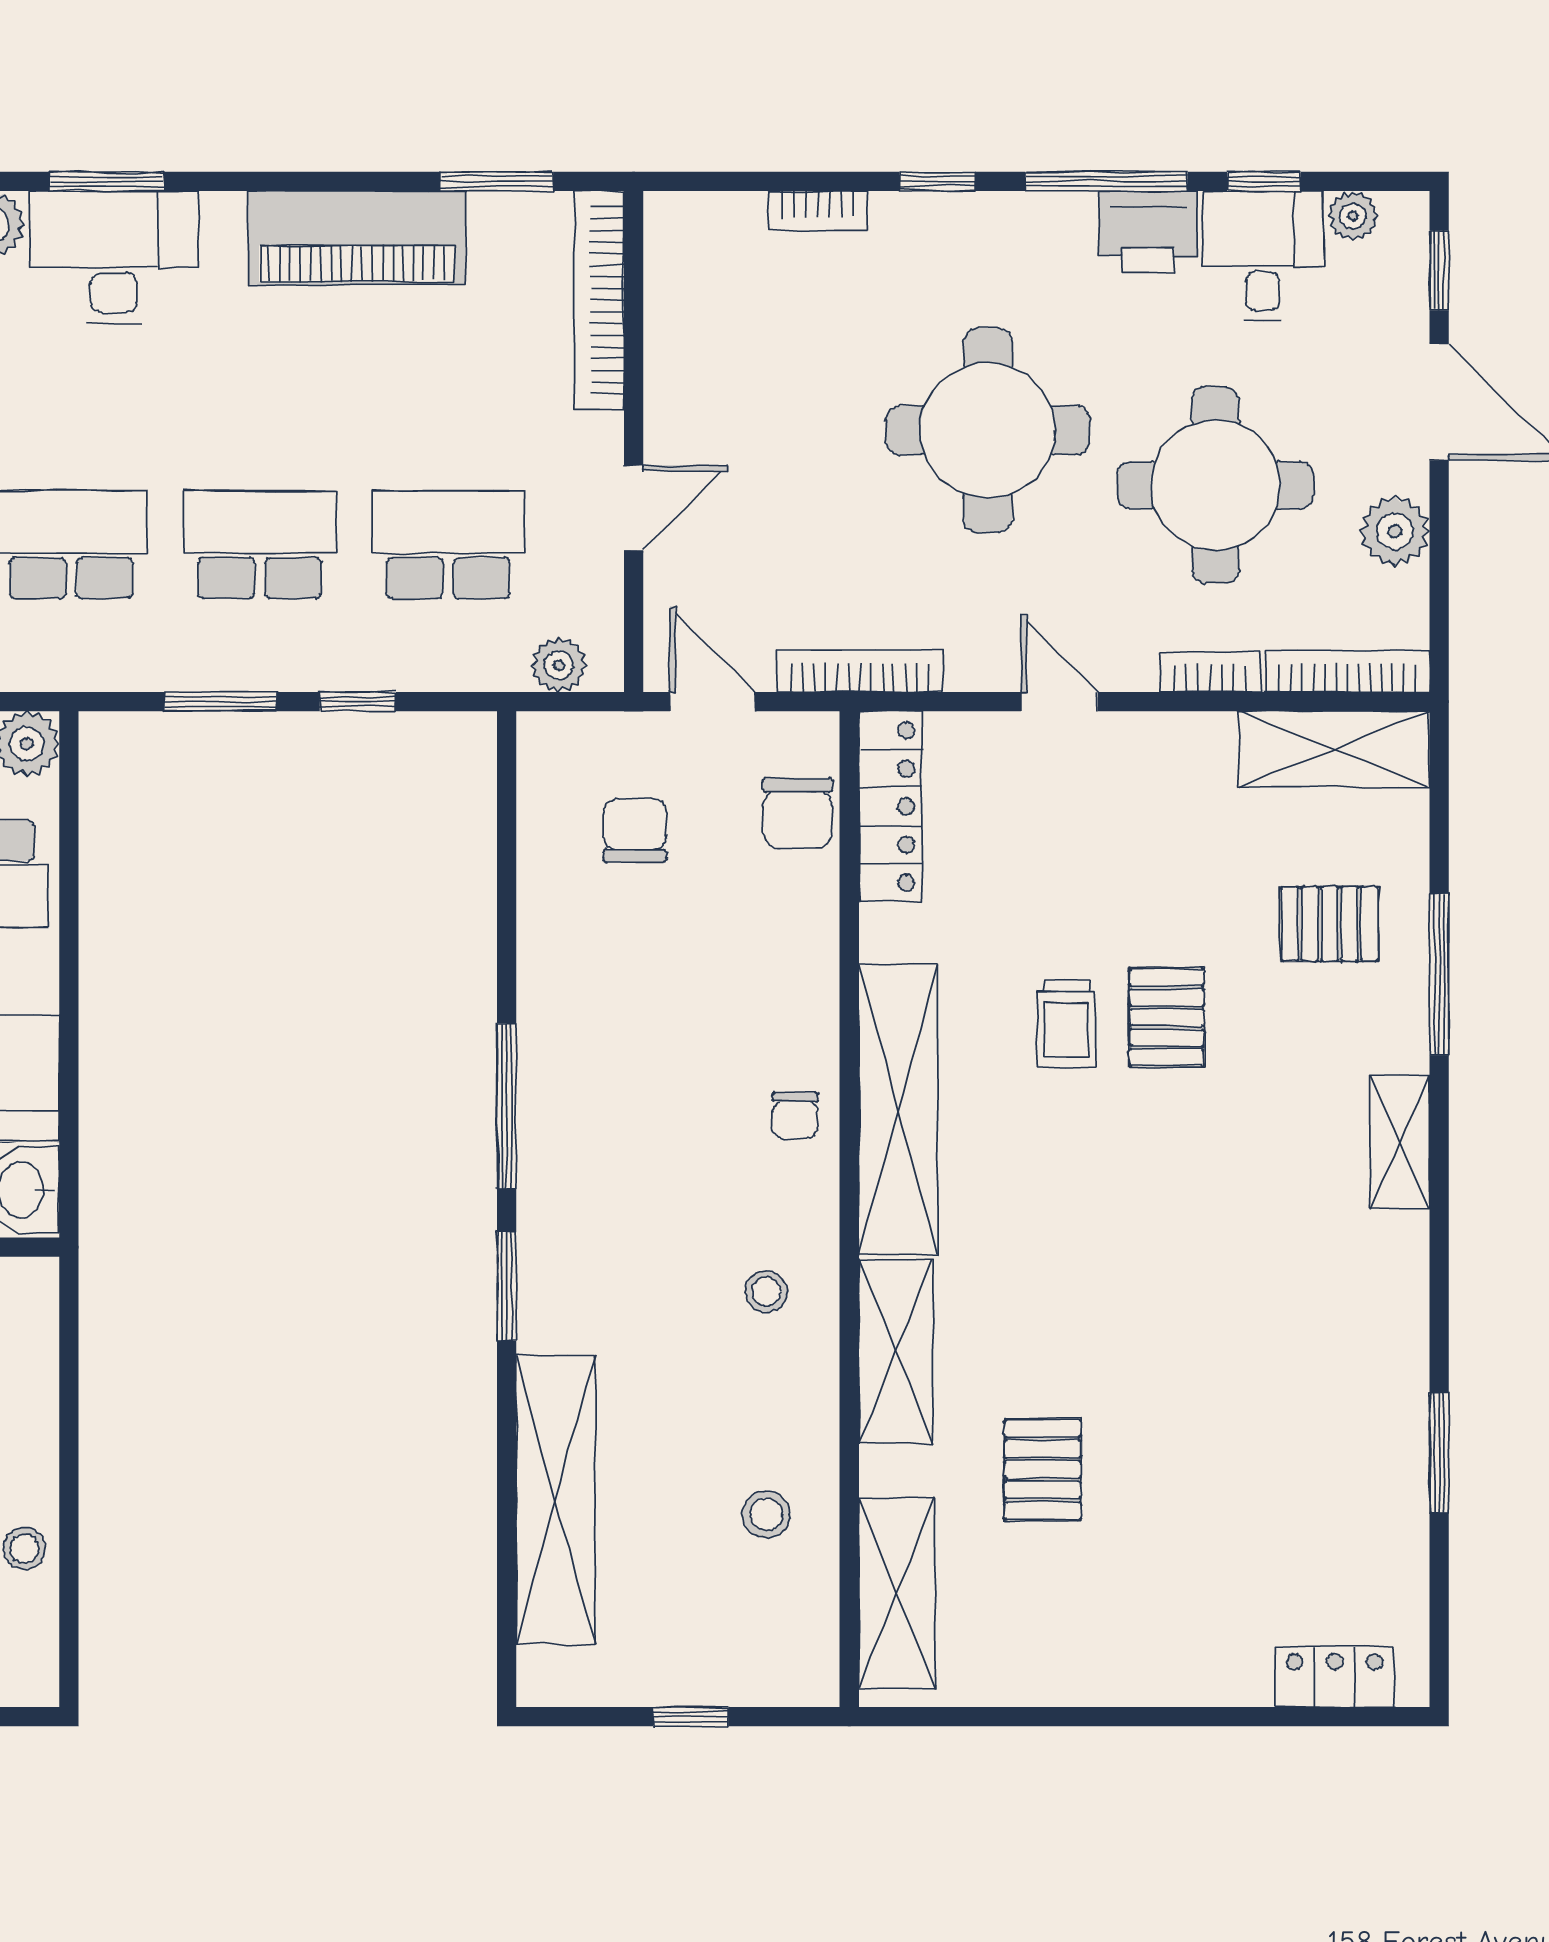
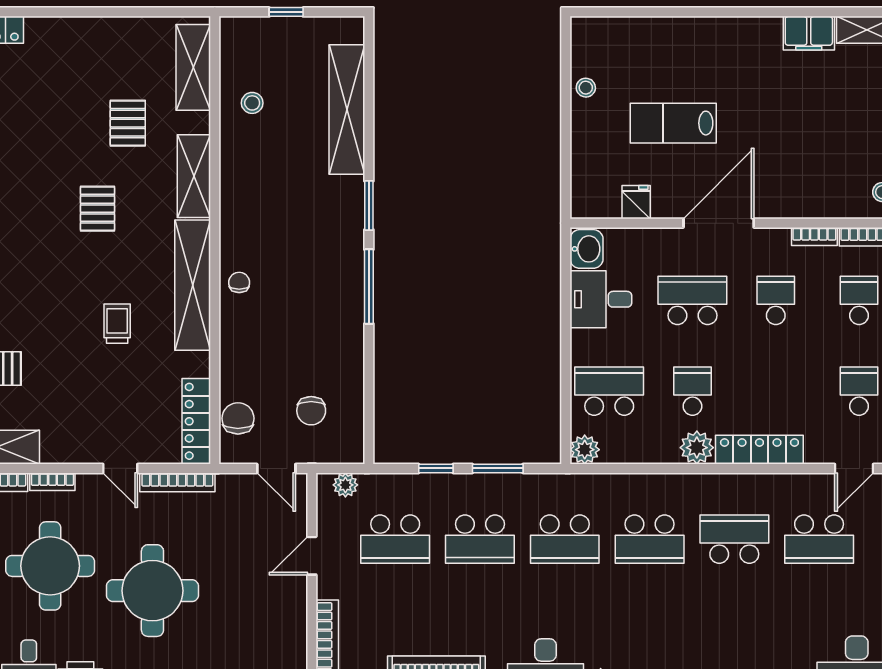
bookcase: (860, 671) -> (177, 482), moved
pallet: (1167, 1018) -> (97, 209), moved
stool: (766, 1292) -> (252, 203), removed

